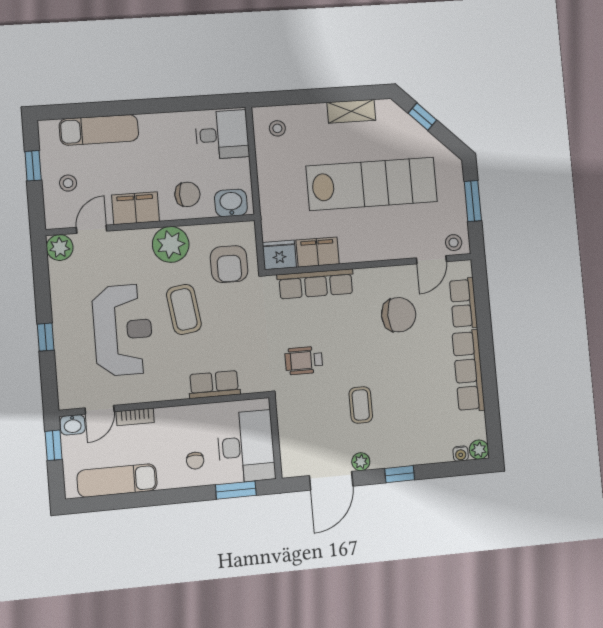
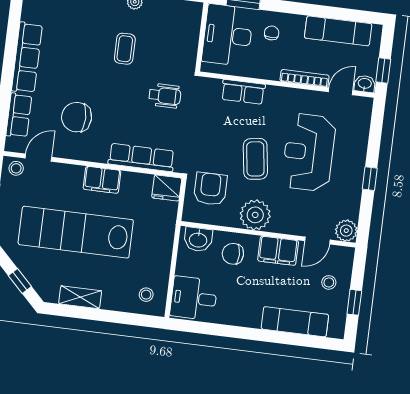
filing cabinet: (318, 252) -> (102, 180), moved
window: (46, 337) -> (370, 179), moved
bookcase: (135, 417) -> (305, 78), width x1.56

